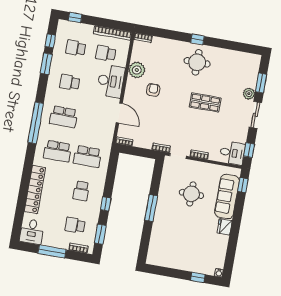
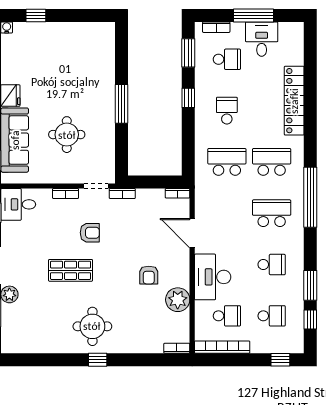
armchair: (188, 125) -> (90, 233), added
desk: (32, 231) -> (262, 39), moved

